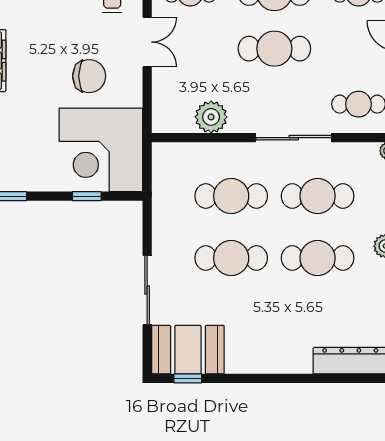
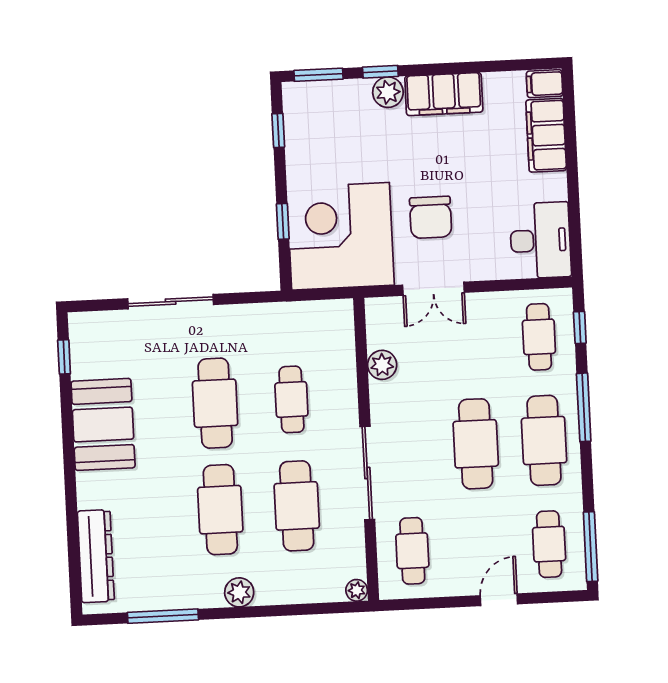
double door: (147, 42) -> (433, 289), moved
plant: (211, 117) -> (382, 365), width x0.73, depth x0.73
cafe table: (231, 196) -> (291, 399), width x0.73, depth x0.74
booth: (188, 350) -> (103, 424), moved

